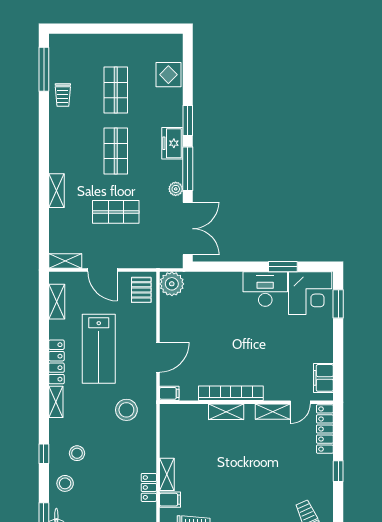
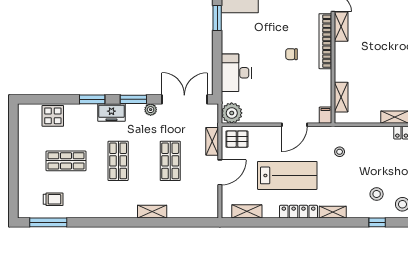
trolley: (63, 95) -> (53, 199), moved
shop shelf: (116, 151) -> (118, 161), turned 90
window: (188, 169) -> (133, 99), width x0.69
shelving: (65, 261) -> (212, 141), moved
desk: (265, 289) -> (236, 73), moved
chair: (241, 354) -> (292, 54), added
door: (158, 357) -> (294, 125), swing flipped
bookcase: (231, 393) -> (325, 41), moved
stool: (126, 410) -> (340, 152), width x0.53, depth x0.53
shelving: (226, 412) -> (341, 97), moved

